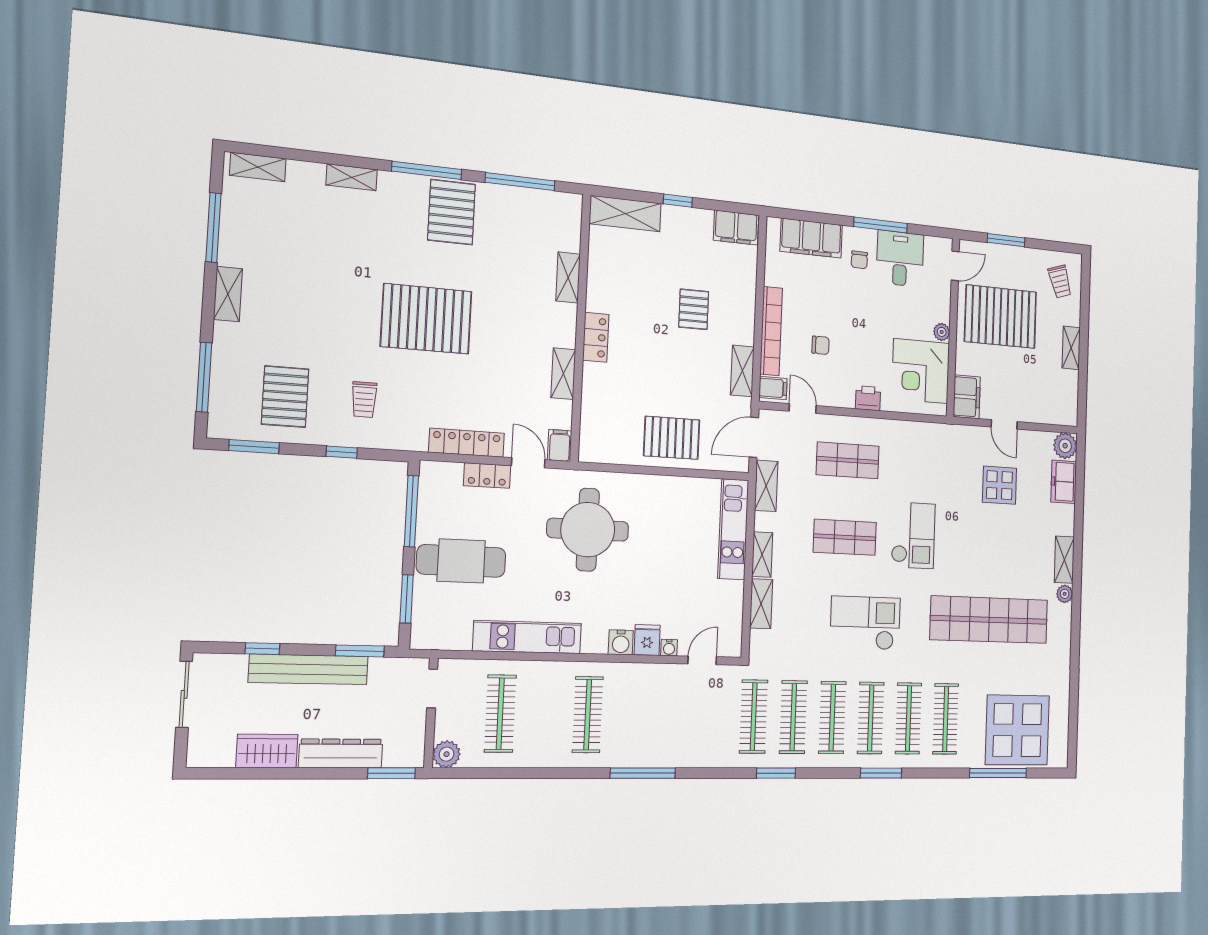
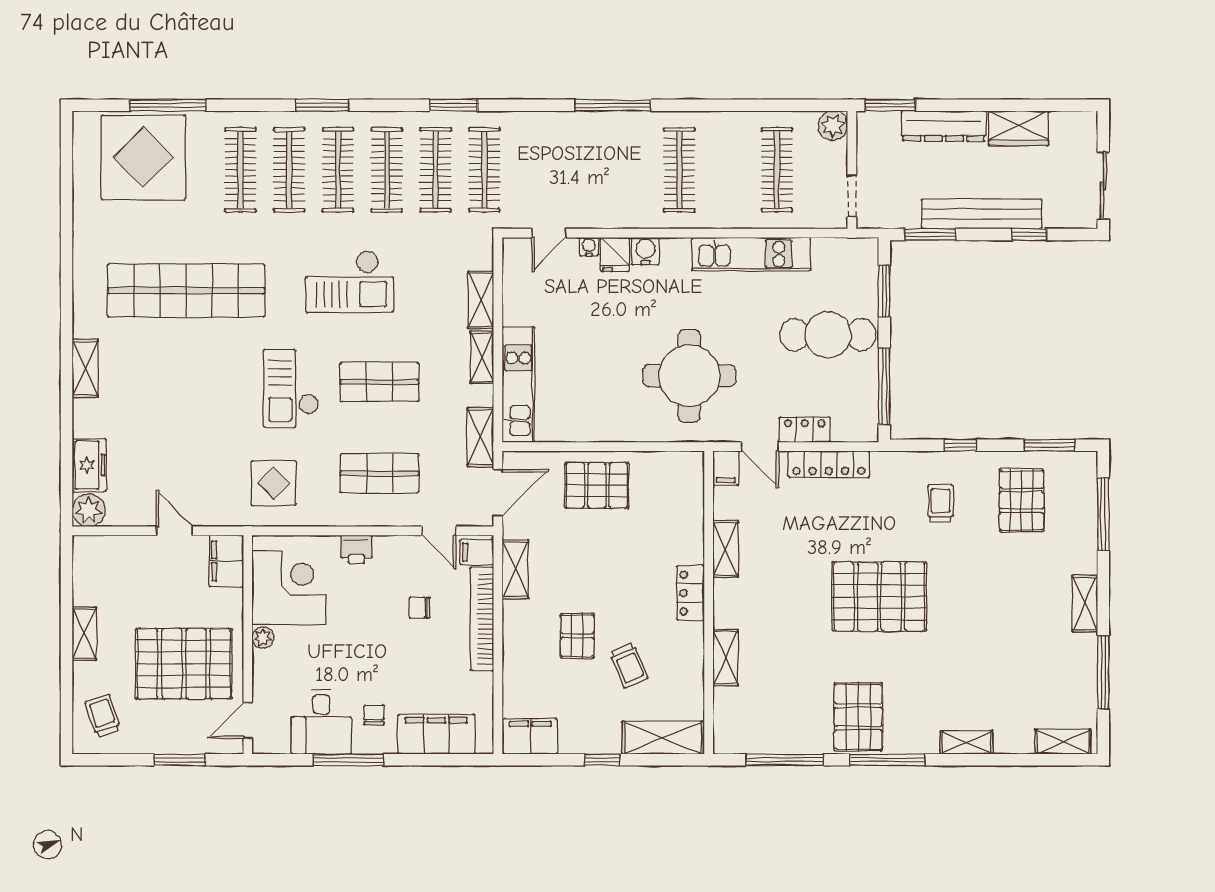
trolley: (652, 279) -> (629, 665), added
display table: (999, 485) -> (274, 483), moved
plant: (1065, 594) -> (83, 326), removed

